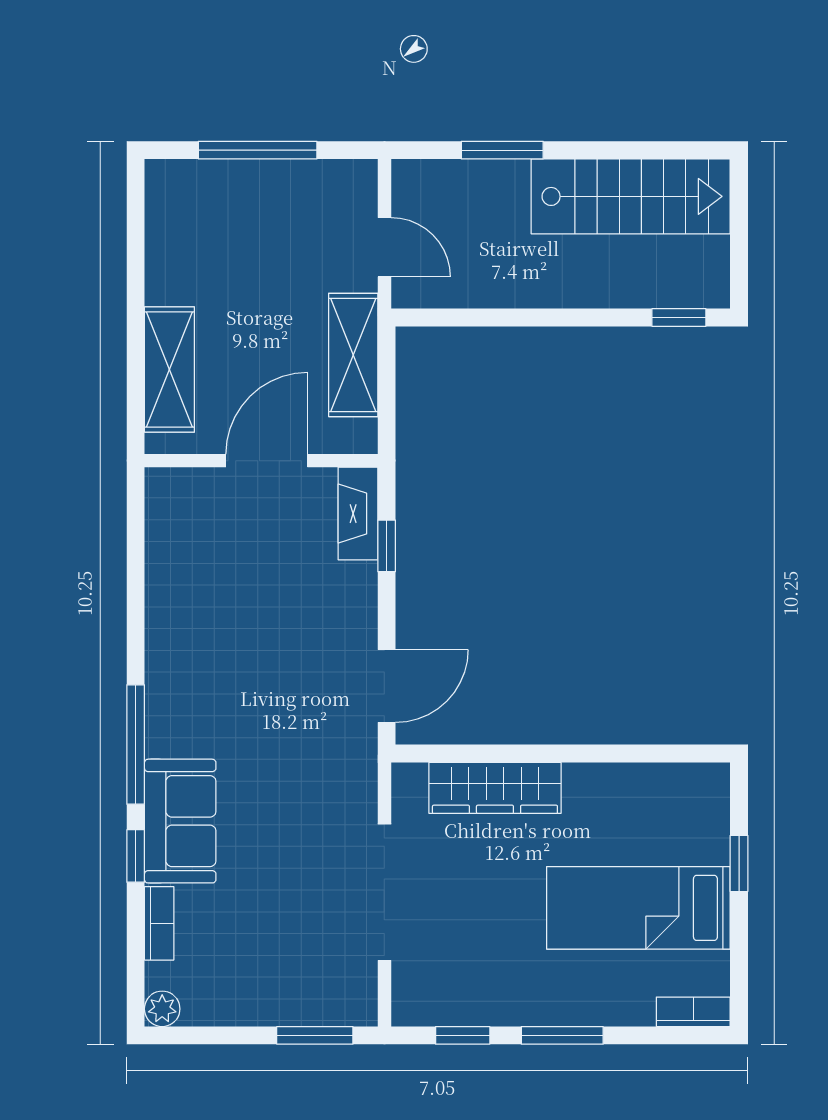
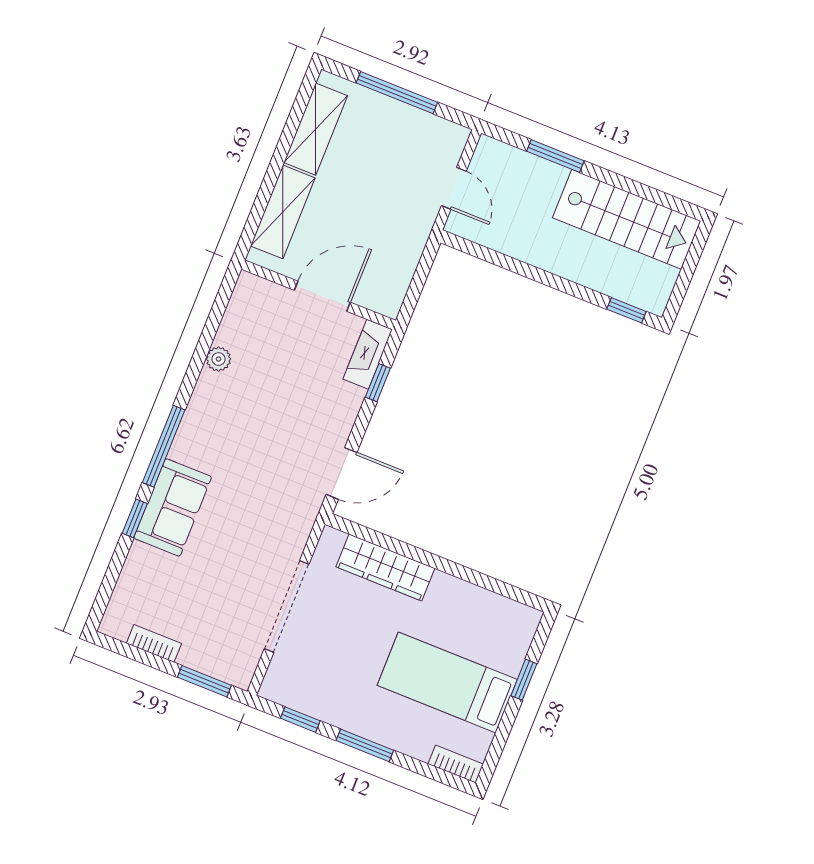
shelving: (353, 355) -> (316, 129), moved
bookcase: (159, 923) -> (154, 643), moved, turned -90
plant: (162, 1009) -> (219, 359), moved

